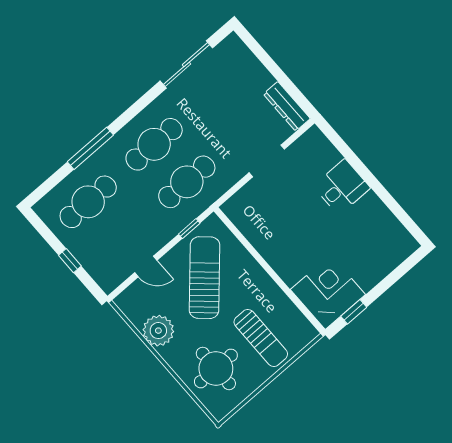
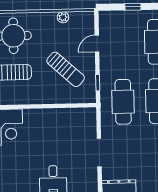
sun lounger: (204, 278) -> (66, 69), width x0.73, depth x0.75
plant: (158, 331) -> (63, 17), width x0.53, depth x0.53

